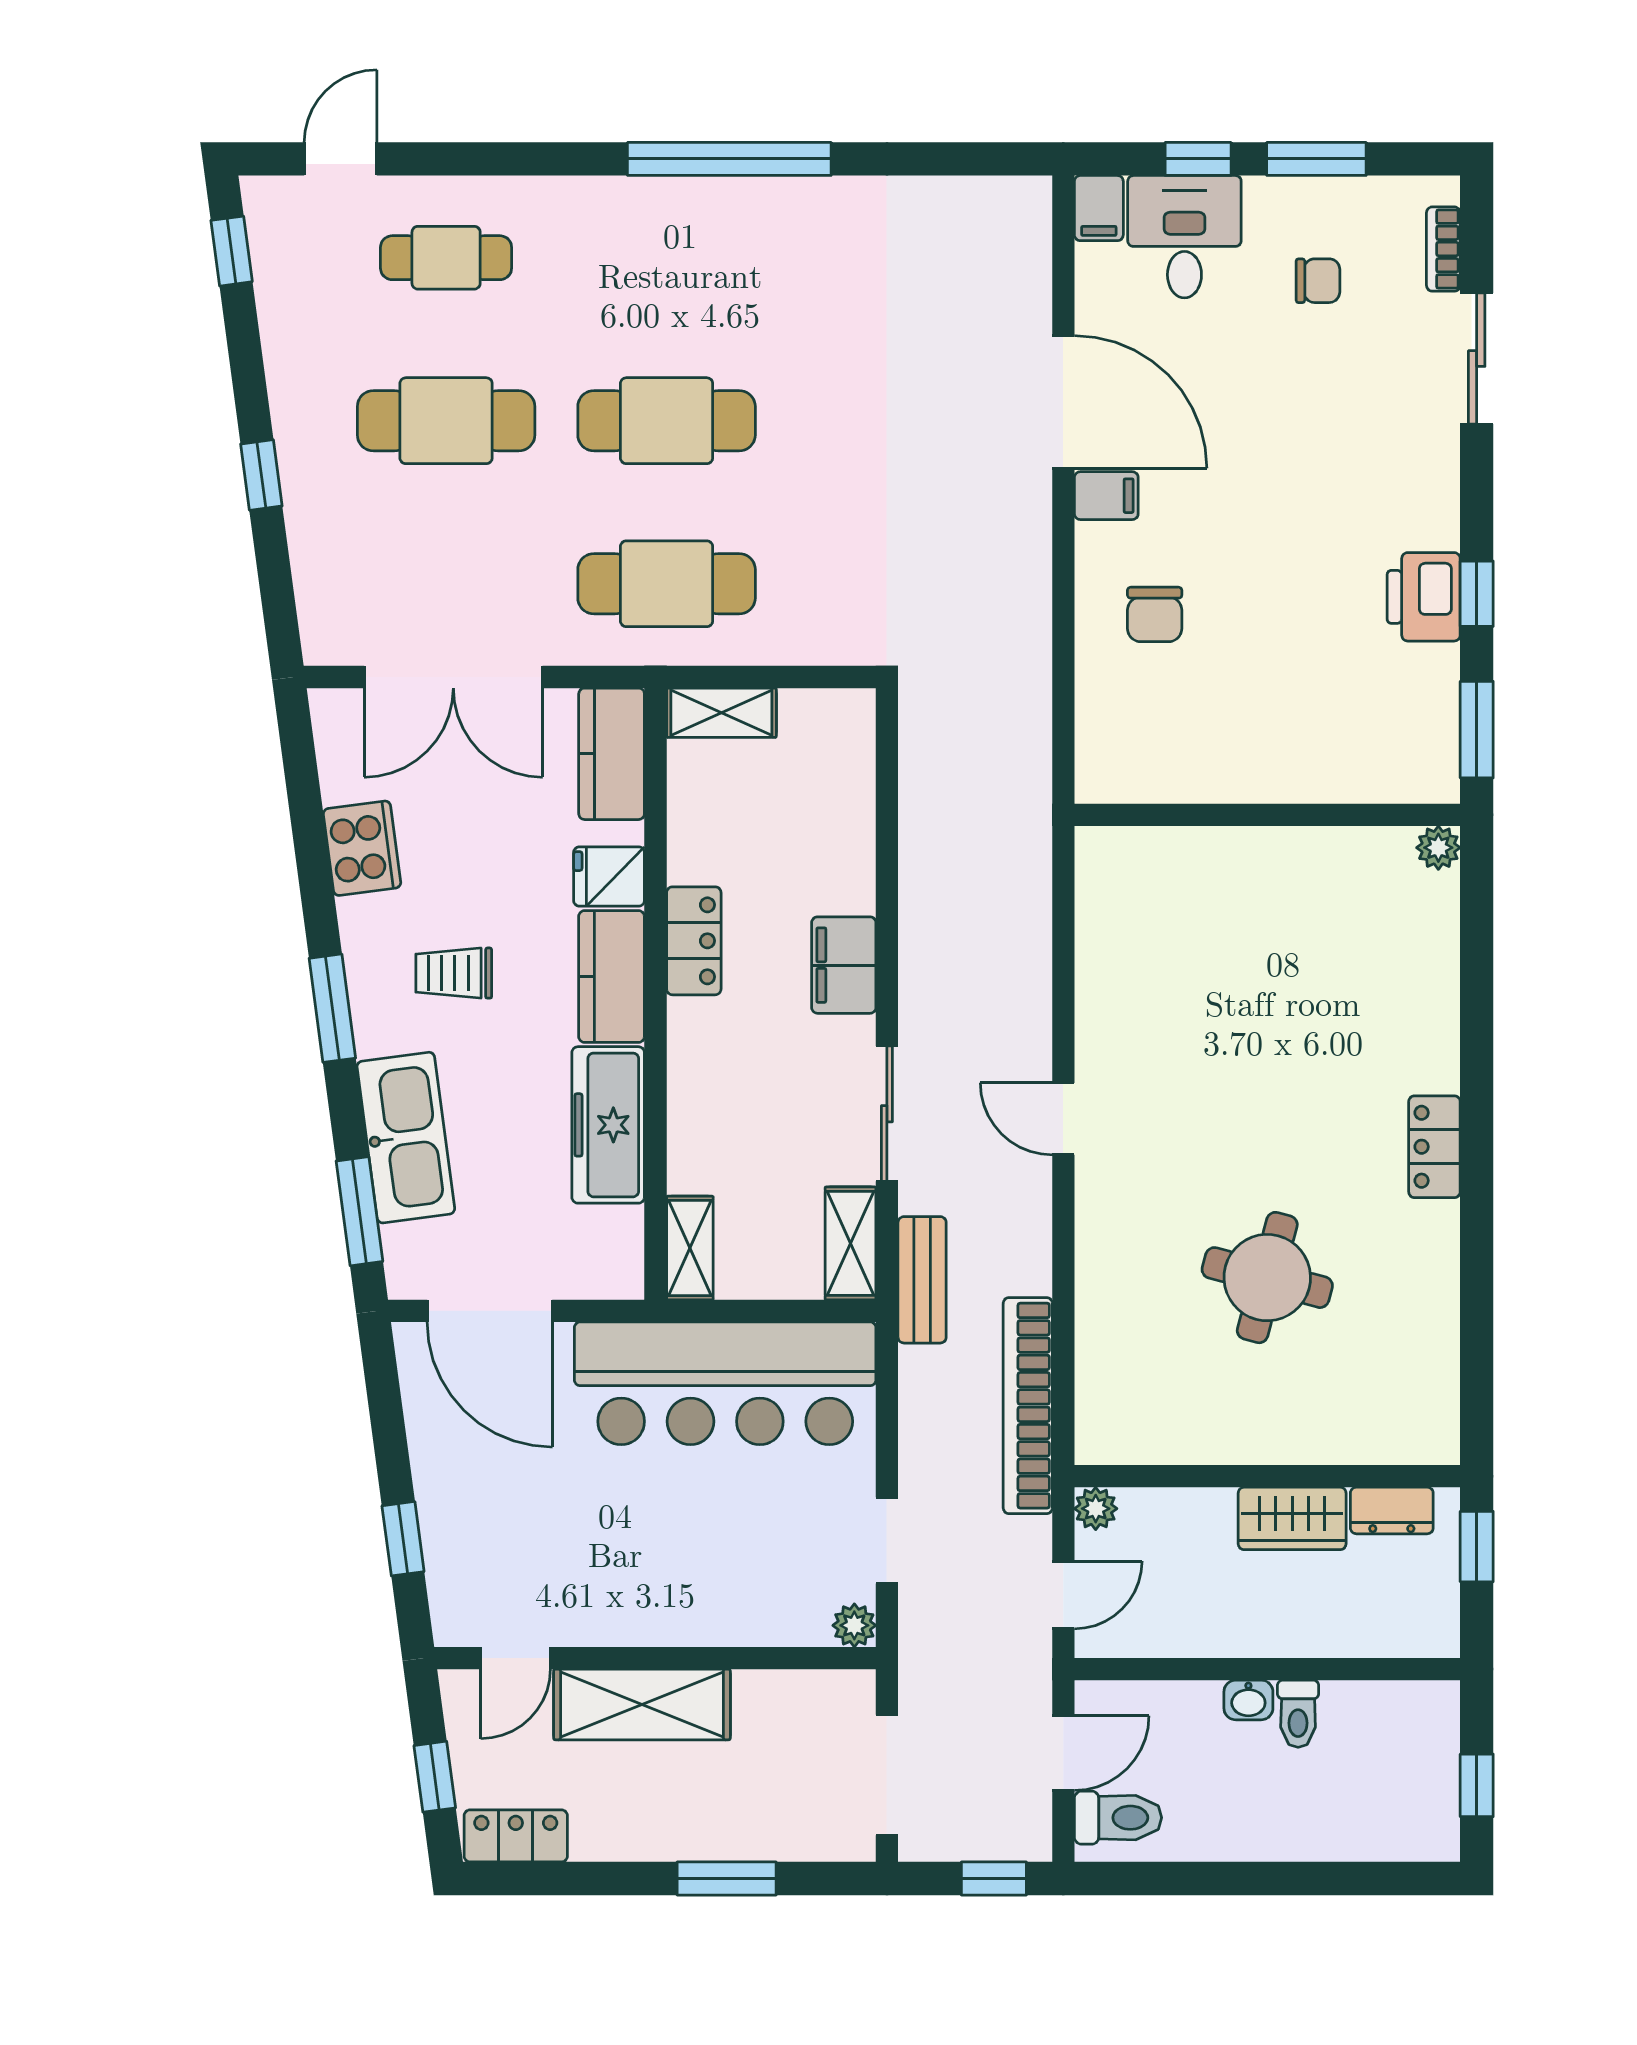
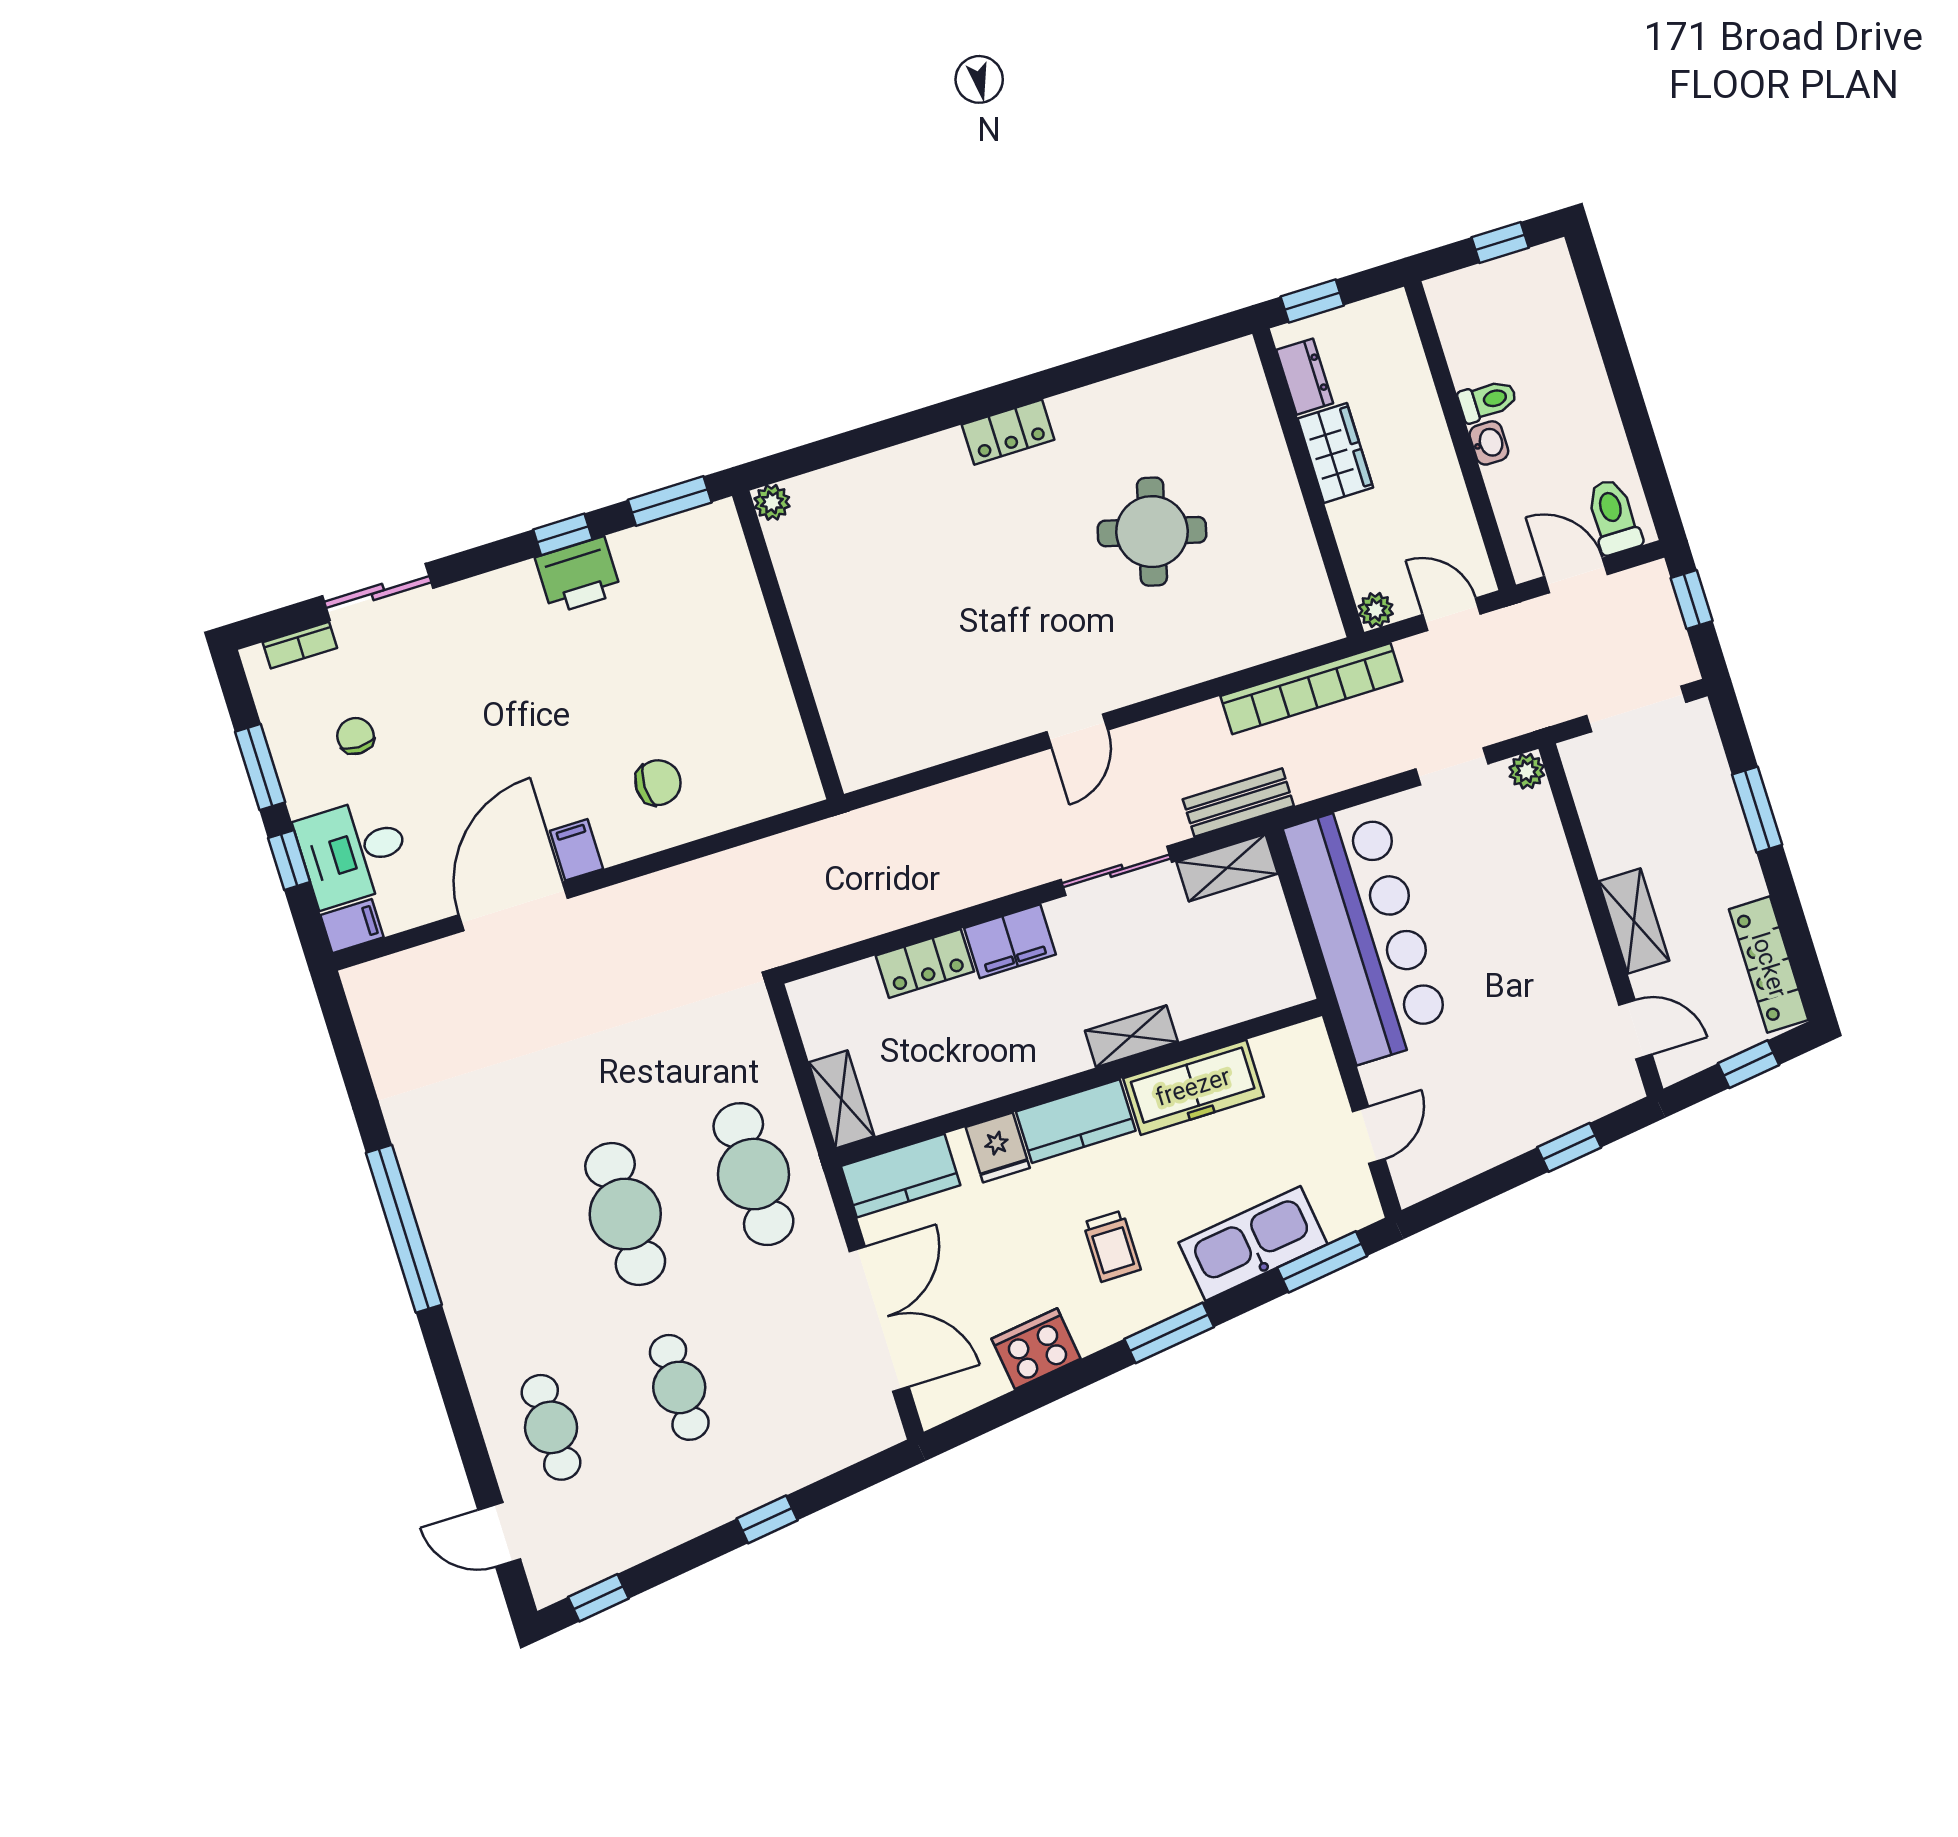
cafe table: (446, 421) -> (679, 1387), width x0.73, depth x0.74
locker: (694, 941) -> (925, 964), moved, turned 180
shelving: (690, 1248) -> (1131, 1036), moved
door: (490, 1311) -> (1369, 1135), width x0.53
shelving: (642, 1704) -> (1634, 921), width x0.67, depth x0.75
locker: (516, 1836) -> (1769, 965), width x1.53

